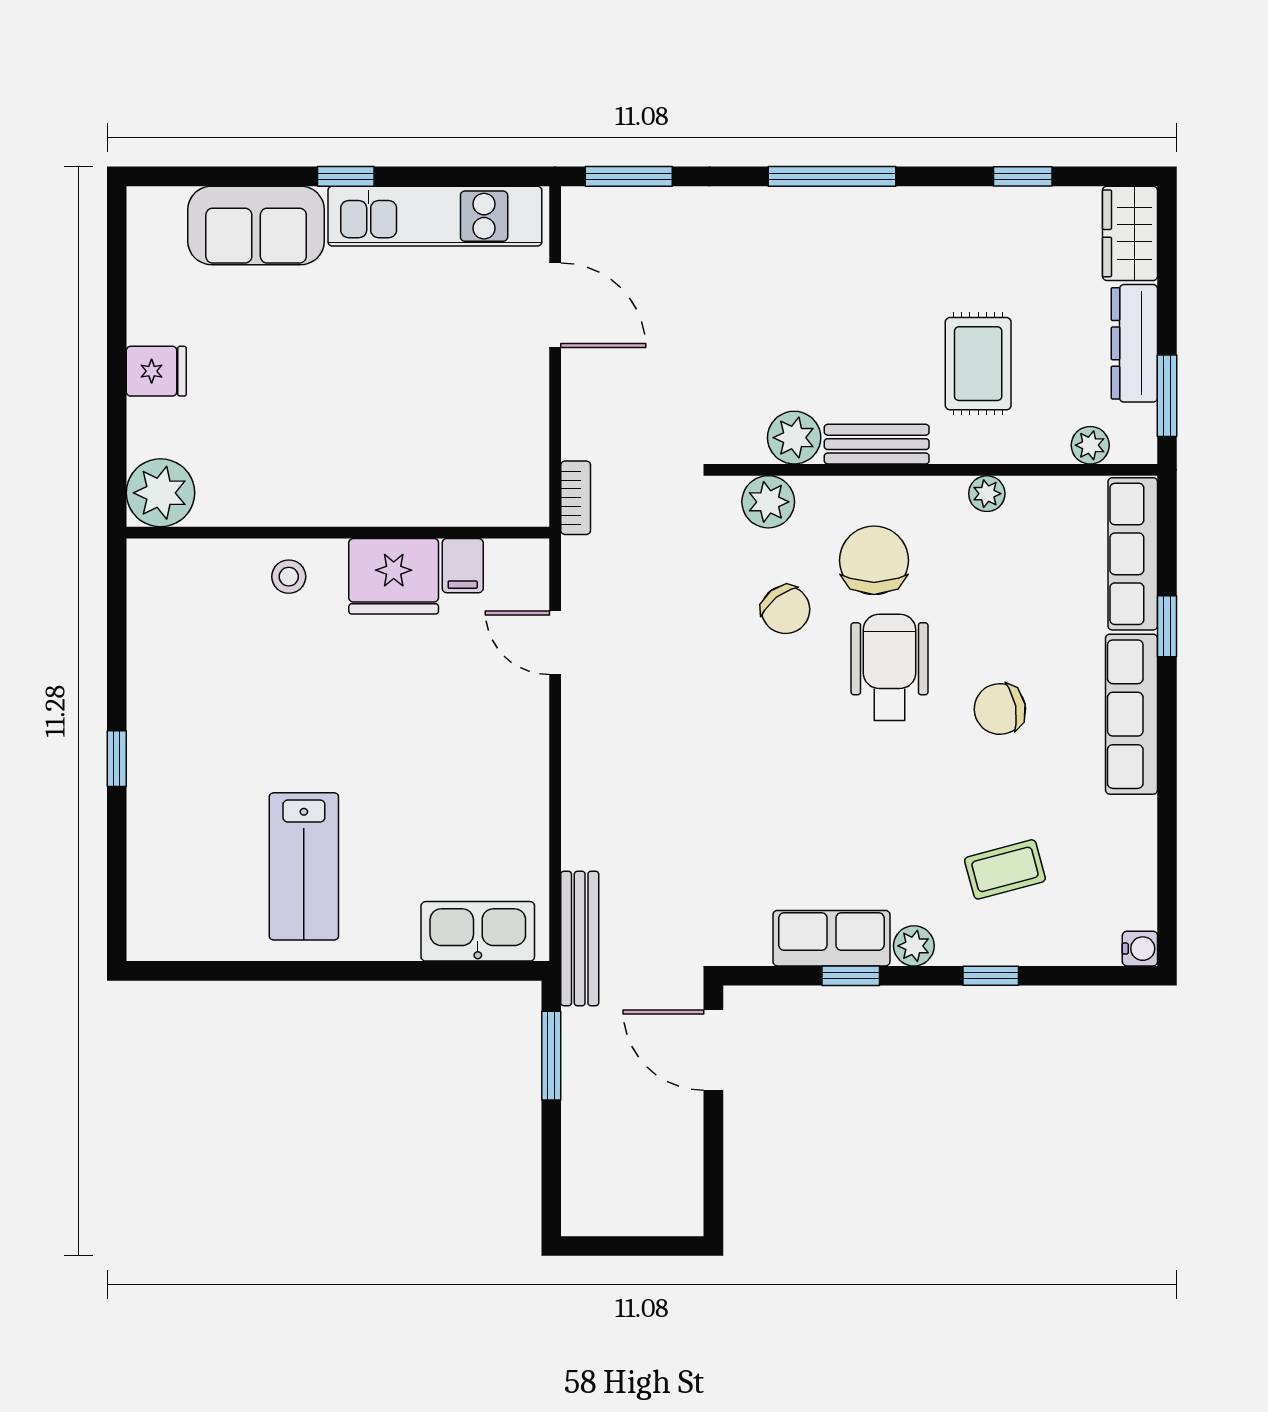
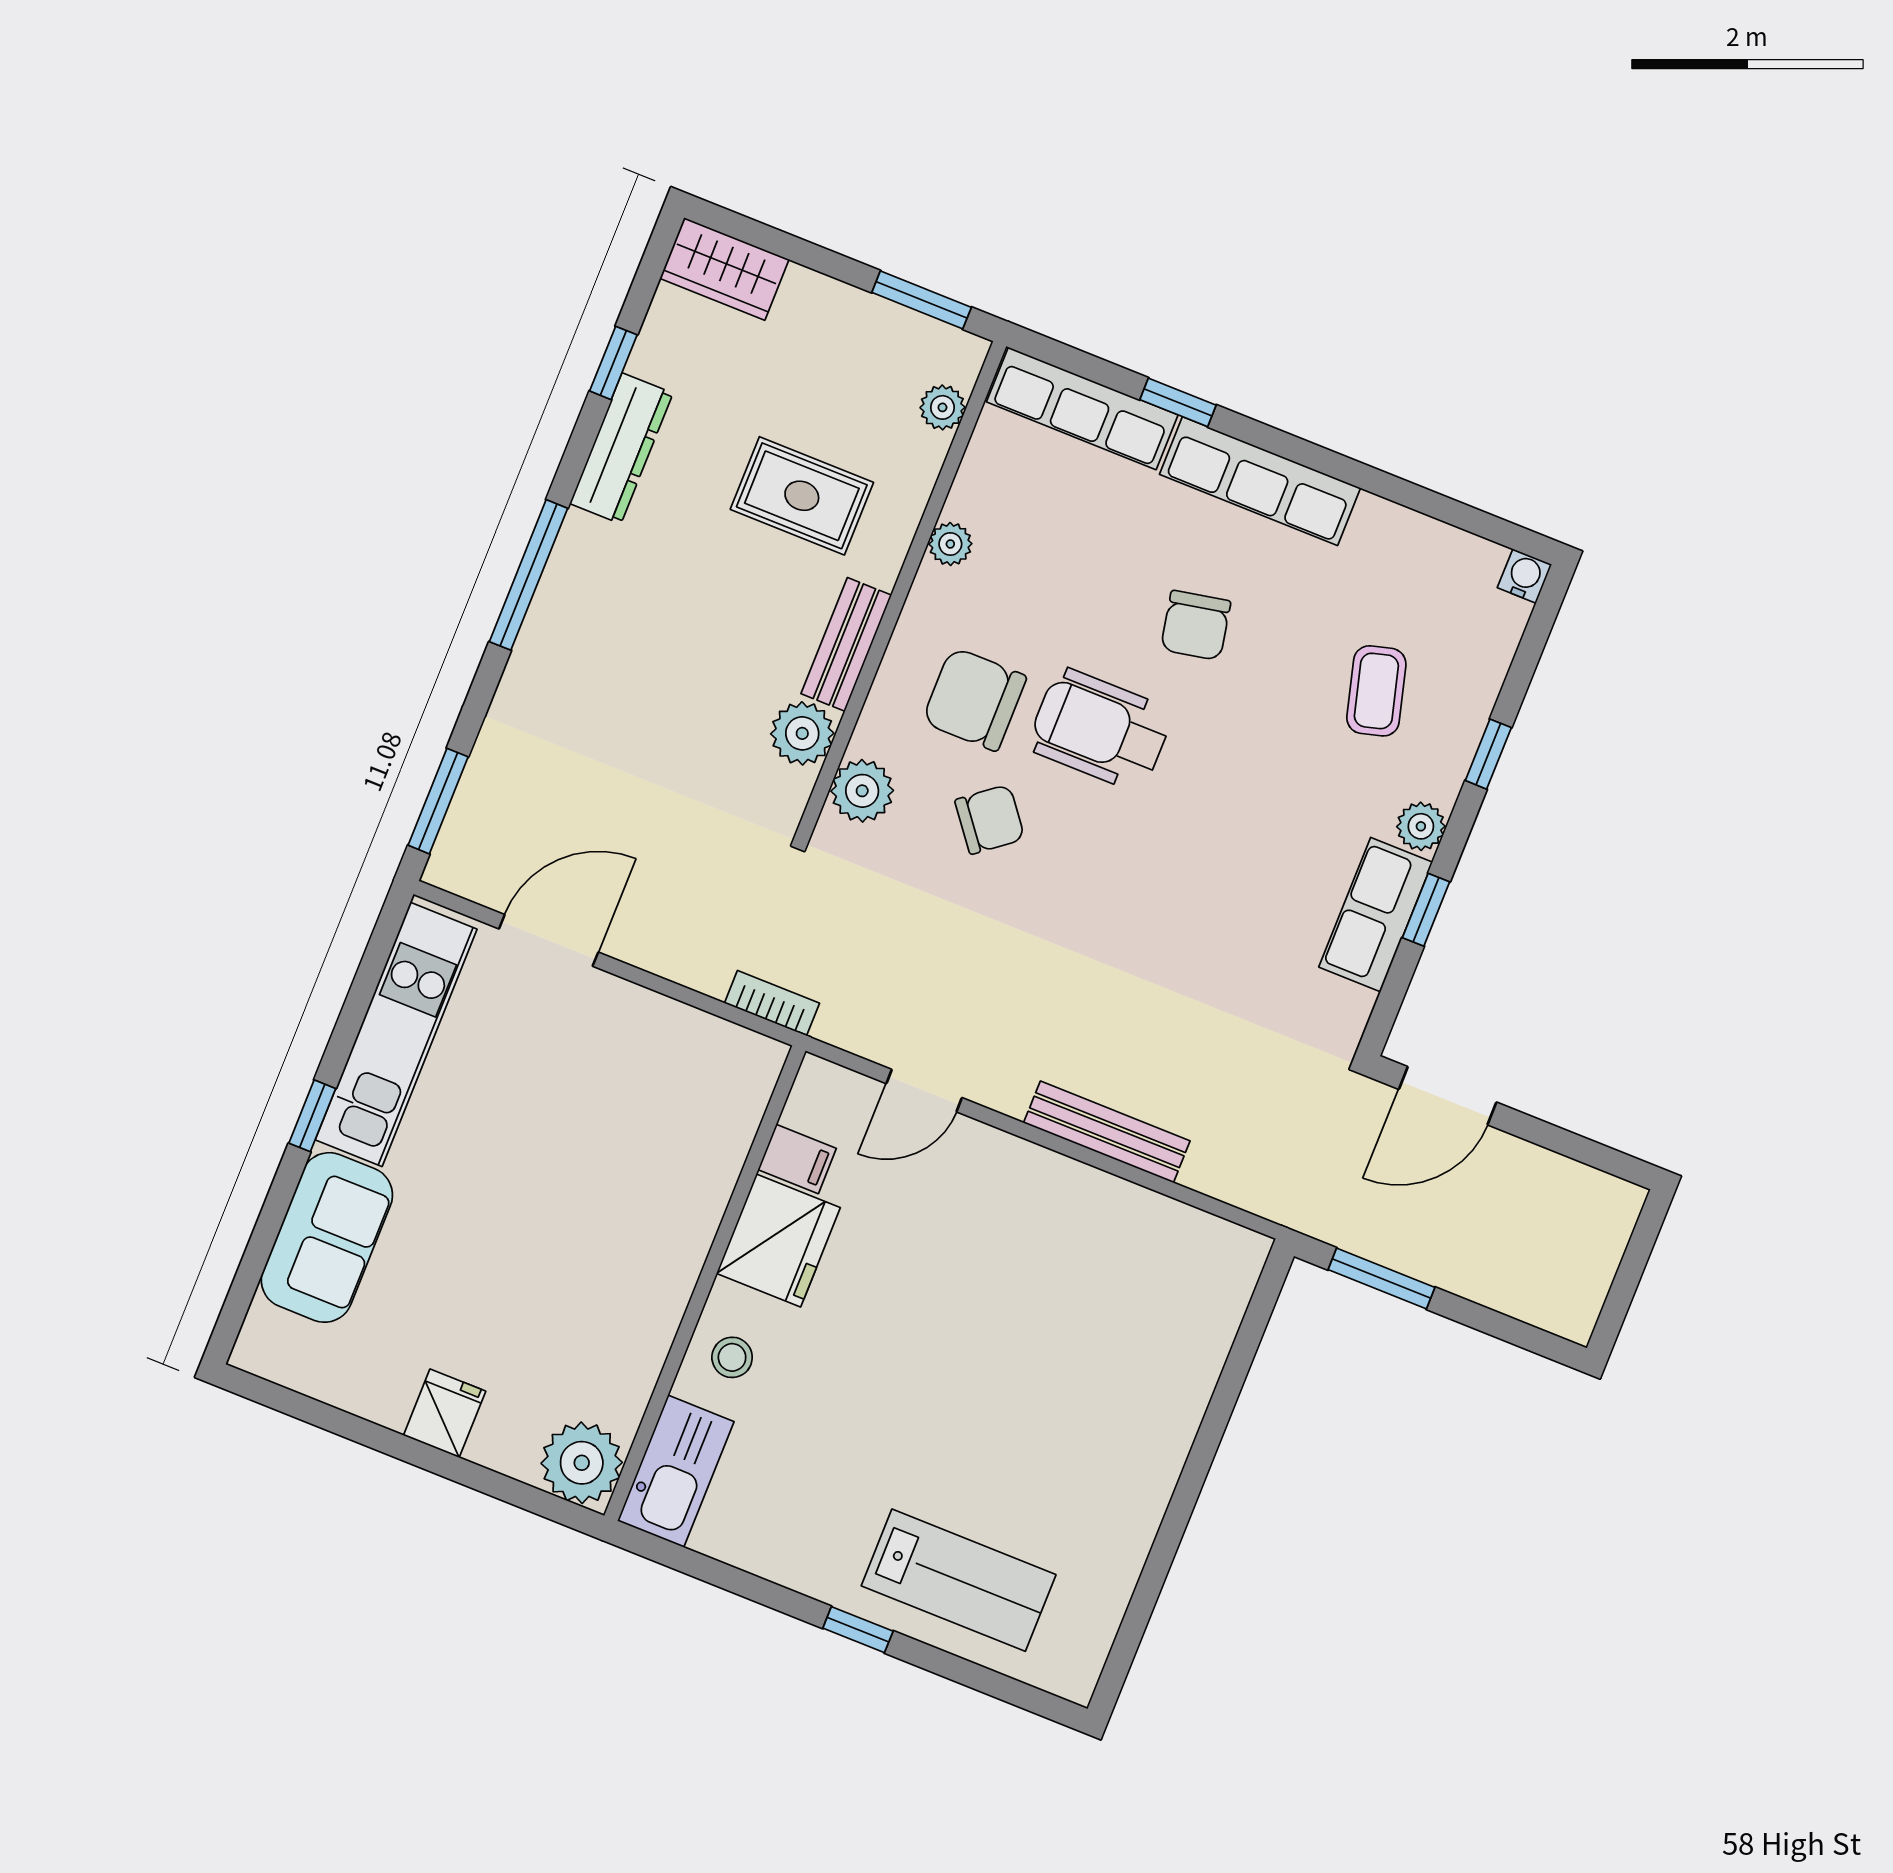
dresser: (1134, 343) -> (621, 448), moved, turned -90
lab bench: (304, 866) -> (959, 1580), moved
kitchen sink: (478, 931) -> (676, 1471), moved, turned 180
bench: (580, 939) -> (1107, 1132), moved

